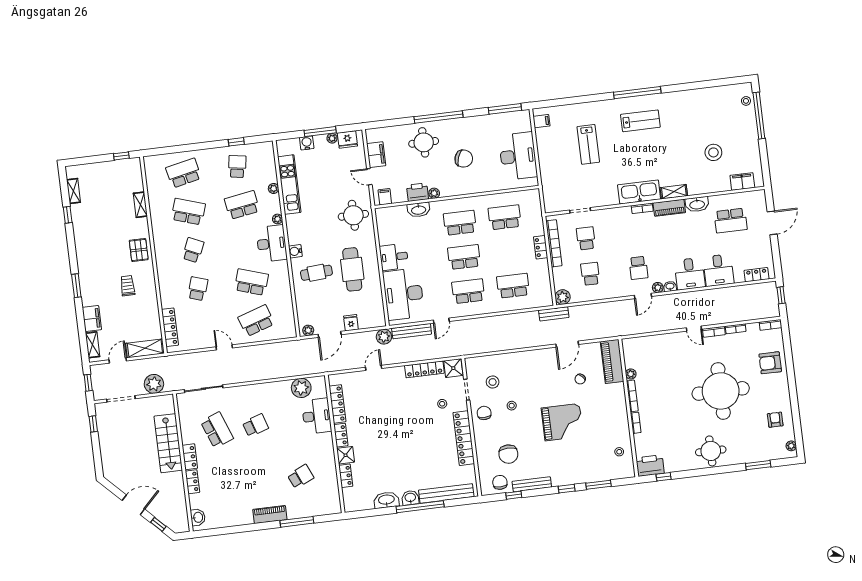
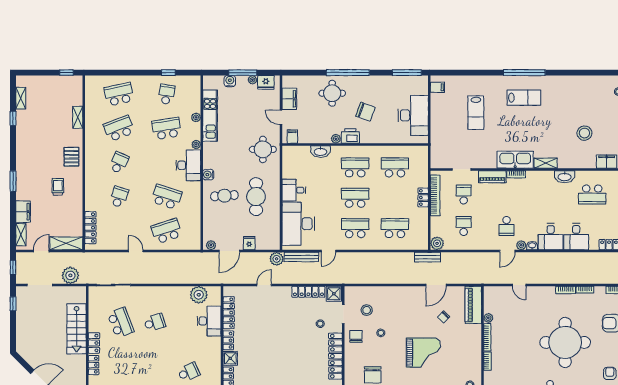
printer: (417, 192) -> (350, 136), moved
piano: (669, 208) -> (492, 177), moved
school desk: (188, 212) -> (119, 128), turned -39
door: (694, 329) -> (519, 285), moved

